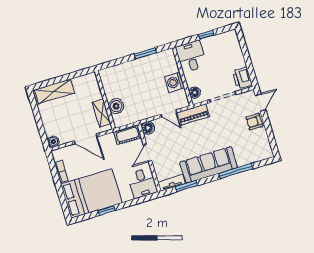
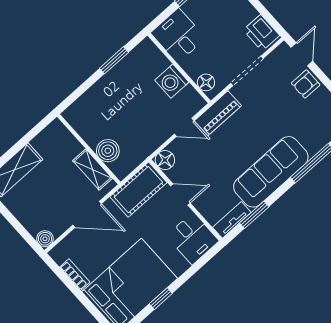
cot: (127, 135) -> (138, 190), width x1.37, depth x1.34
door: (148, 153) -> (180, 194), swing flipped

